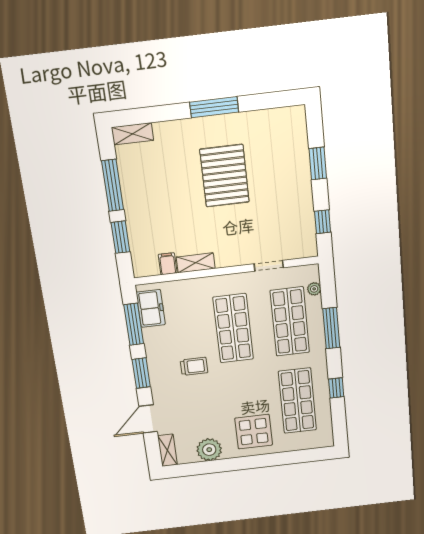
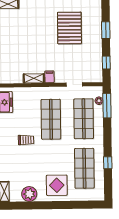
pallet: (225, 176) -> (69, 28), moved
filing cabinet: (168, 264) -> (49, 77), moved
window: (331, 328) -> (107, 106), moved

